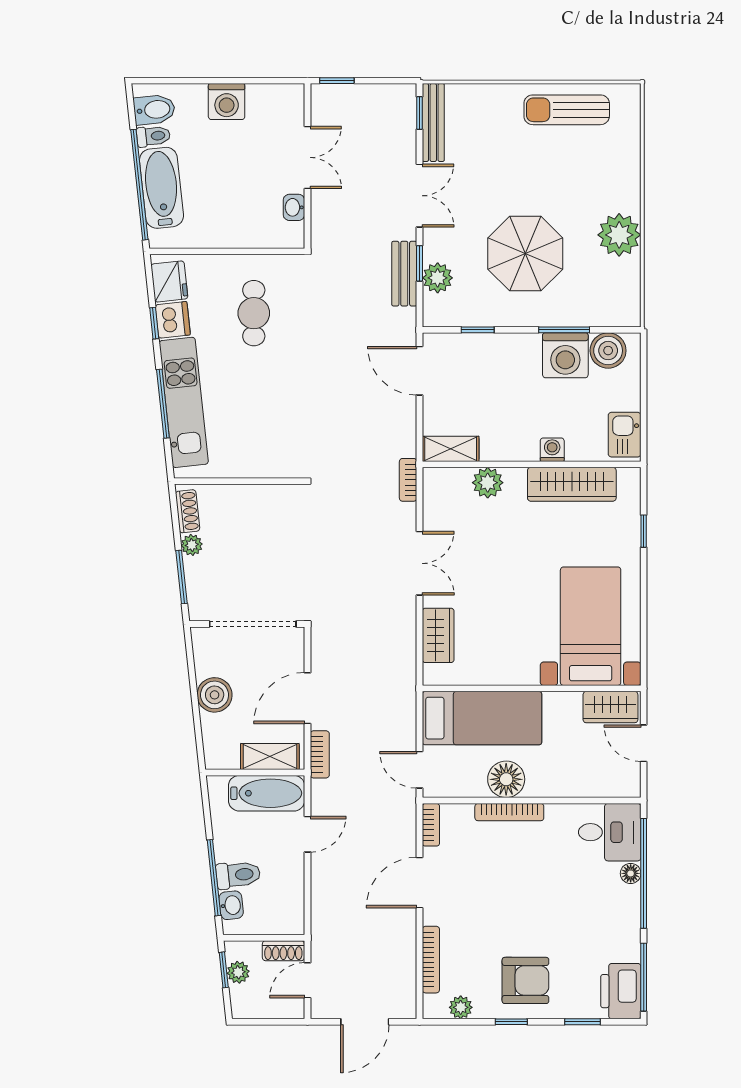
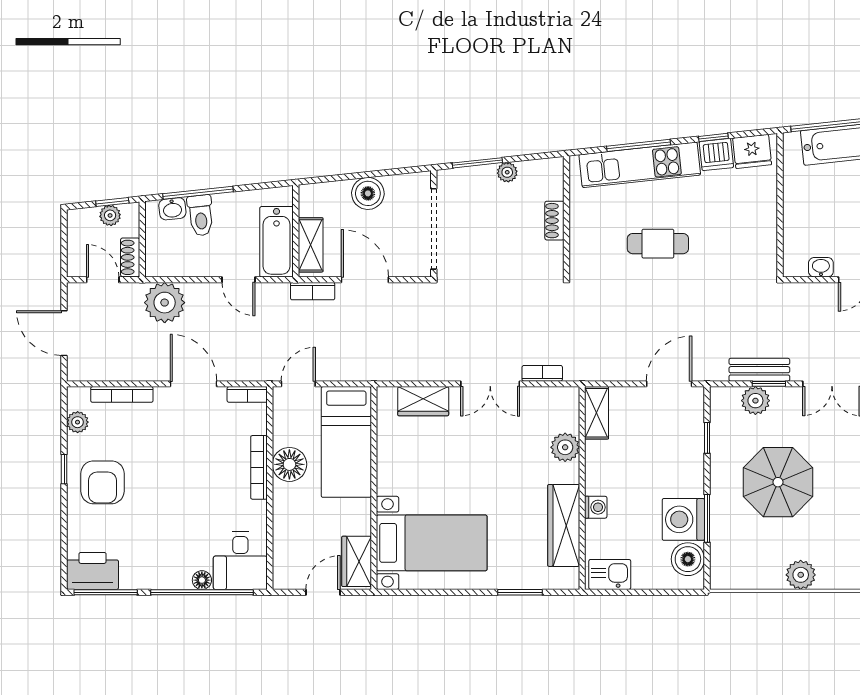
plant: (619, 235) -> (801, 575), width x0.73, depth x0.73
cafe table: (254, 313) -> (658, 244), moved
bookcase: (408, 480) -> (542, 373), moved
shoe rack: (188, 511) -> (554, 221), moved, turned 96
window: (644, 531) -> (520, 592), width x1.50
plant: (332, 914) -> (165, 303), added
window: (582, 1022) -> (64, 535), removed

